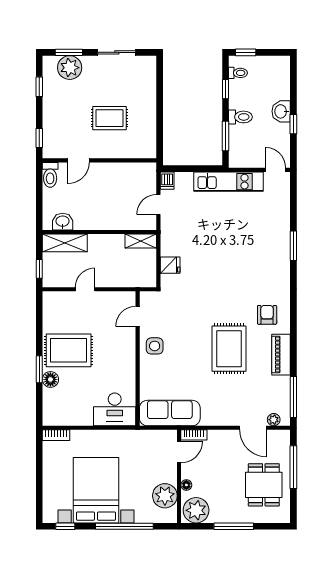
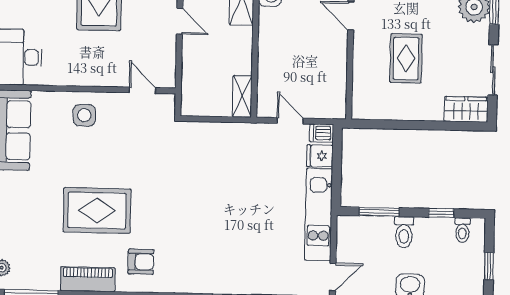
window: (246, 52) -> (489, 266), moved
wardrobe: (147, 72) -> (466, 109), added
fridge: (170, 265) -> (320, 156), moved, turned 90
side table: (155, 346) -> (84, 115), moved

